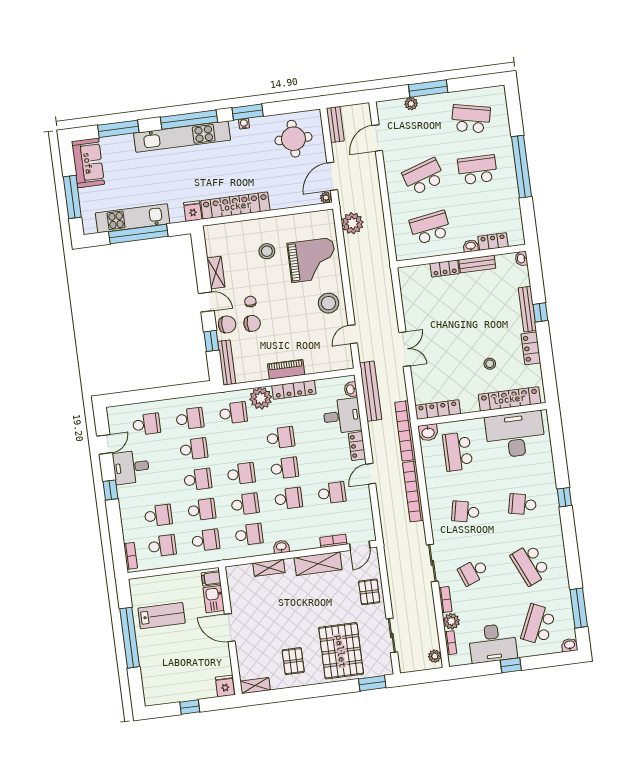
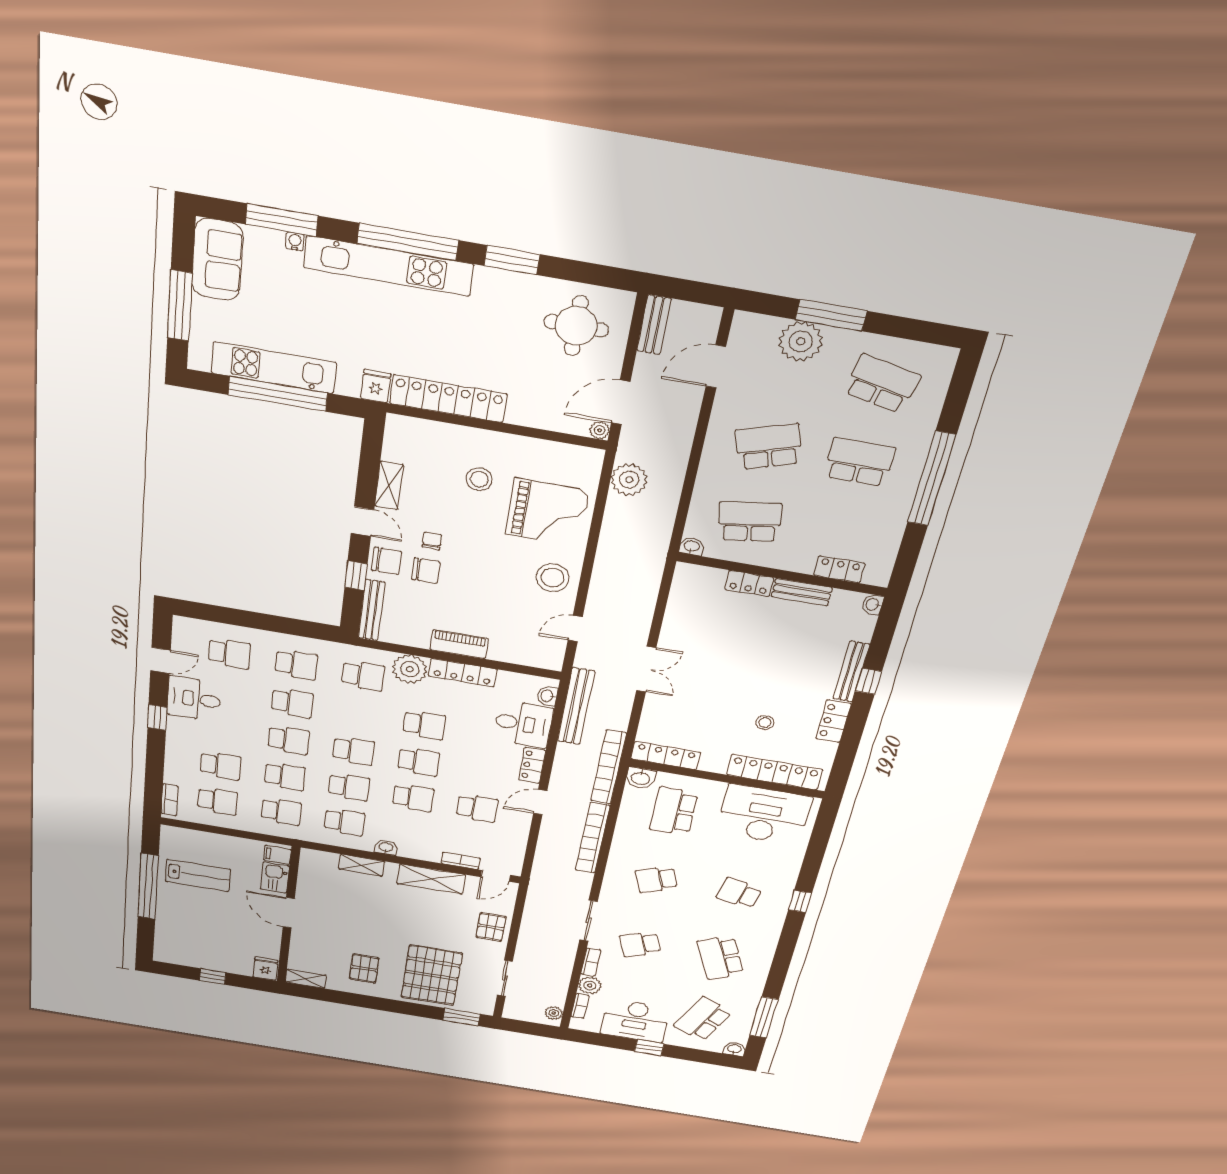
plant: (411, 104) -> (801, 341), width x1.88, depth x1.88
water cooler: (244, 124) -> (295, 241), moved
washbasin: (471, 246) -> (692, 546), moved
school desk: (465, 512) -> (656, 880), turned -33

